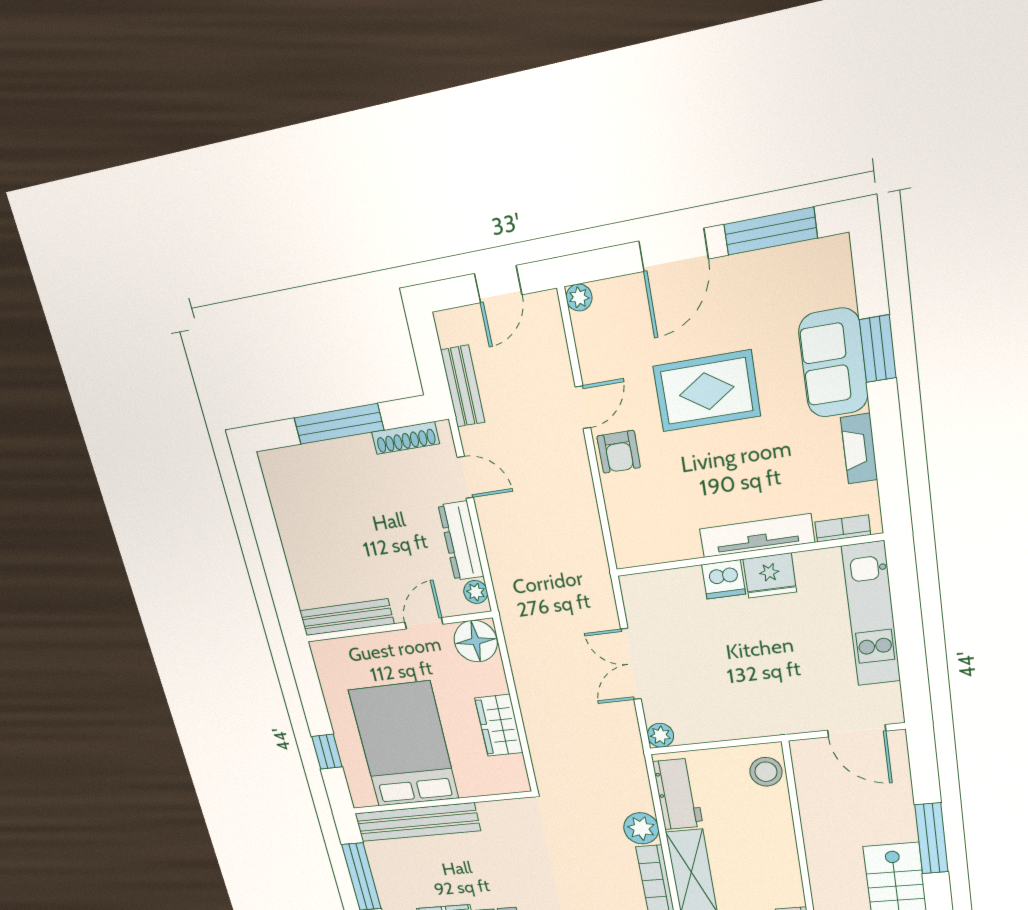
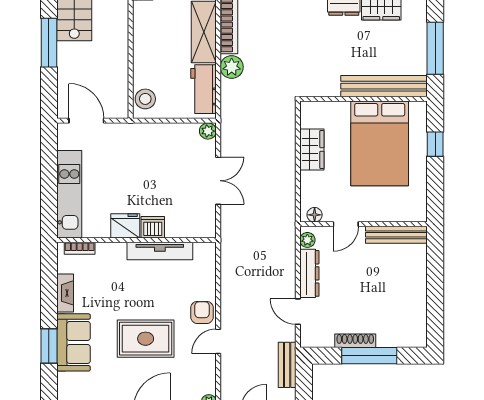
shoe rack: (406, 438) -> (355, 341), moved
tv unit: (757, 536) -> (160, 251), moved
floor lamp: (476, 641) -> (315, 215), width x0.53, depth x0.53

